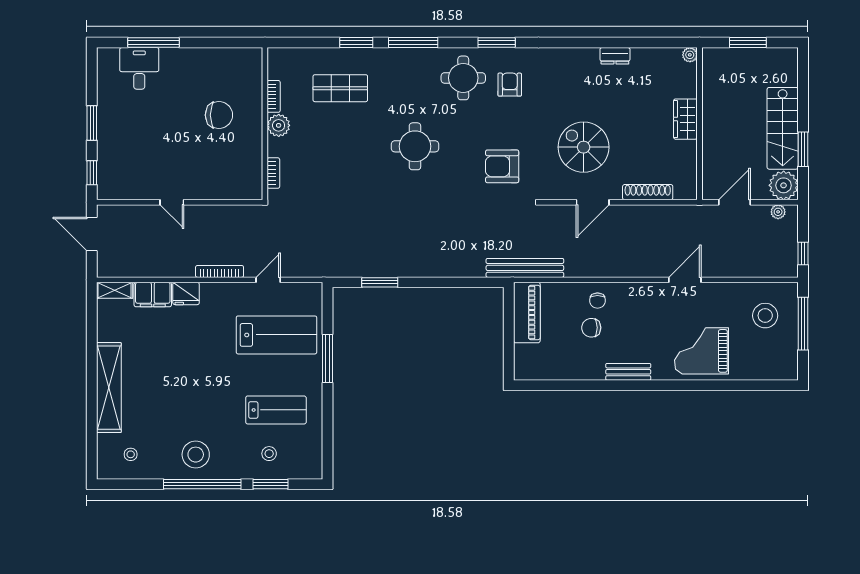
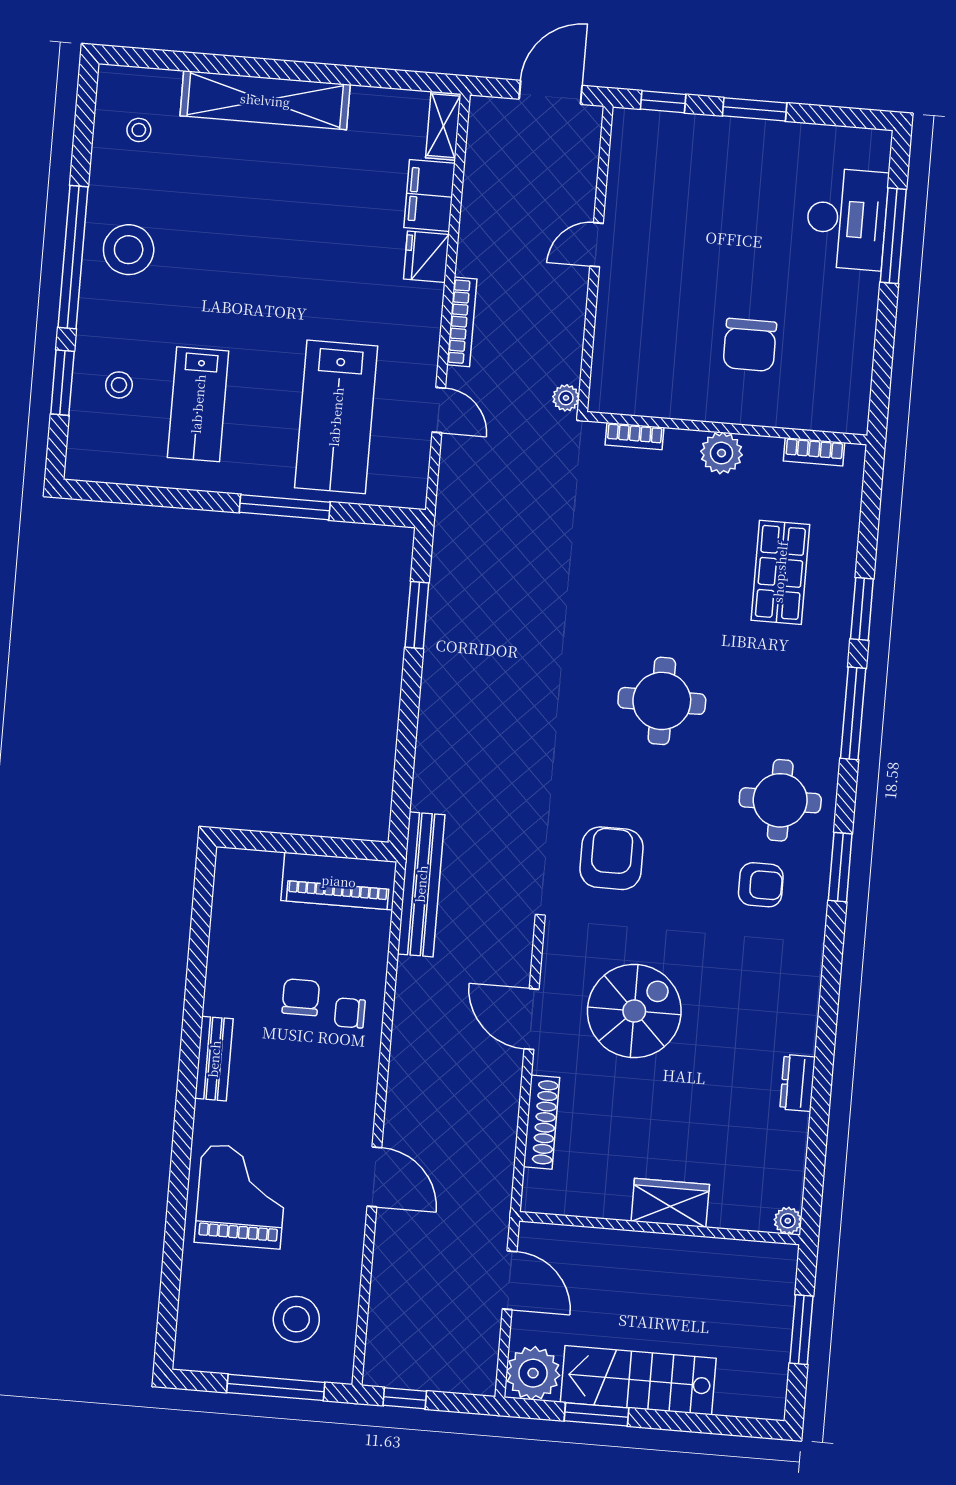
desk: (139, 68) -> (847, 219), width x1.37
bookcase: (274, 96) -> (814, 452), moved
plant: (778, 212) -> (566, 398), moved

